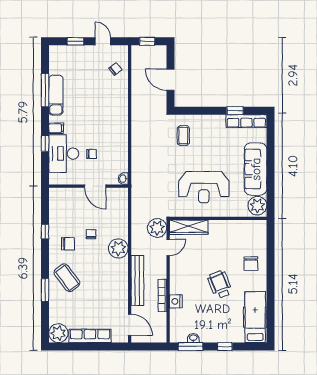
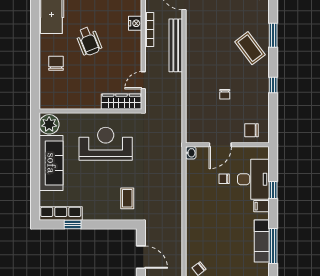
door: (95, 186) -> (220, 145), swing flipped
plant: (157, 228) -> (155, 101), removed
window: (45, 232) -> (273, 85), moved
chair: (68, 244) -> (252, 130), moved
plant: (118, 248) -> (196, 79), removed

